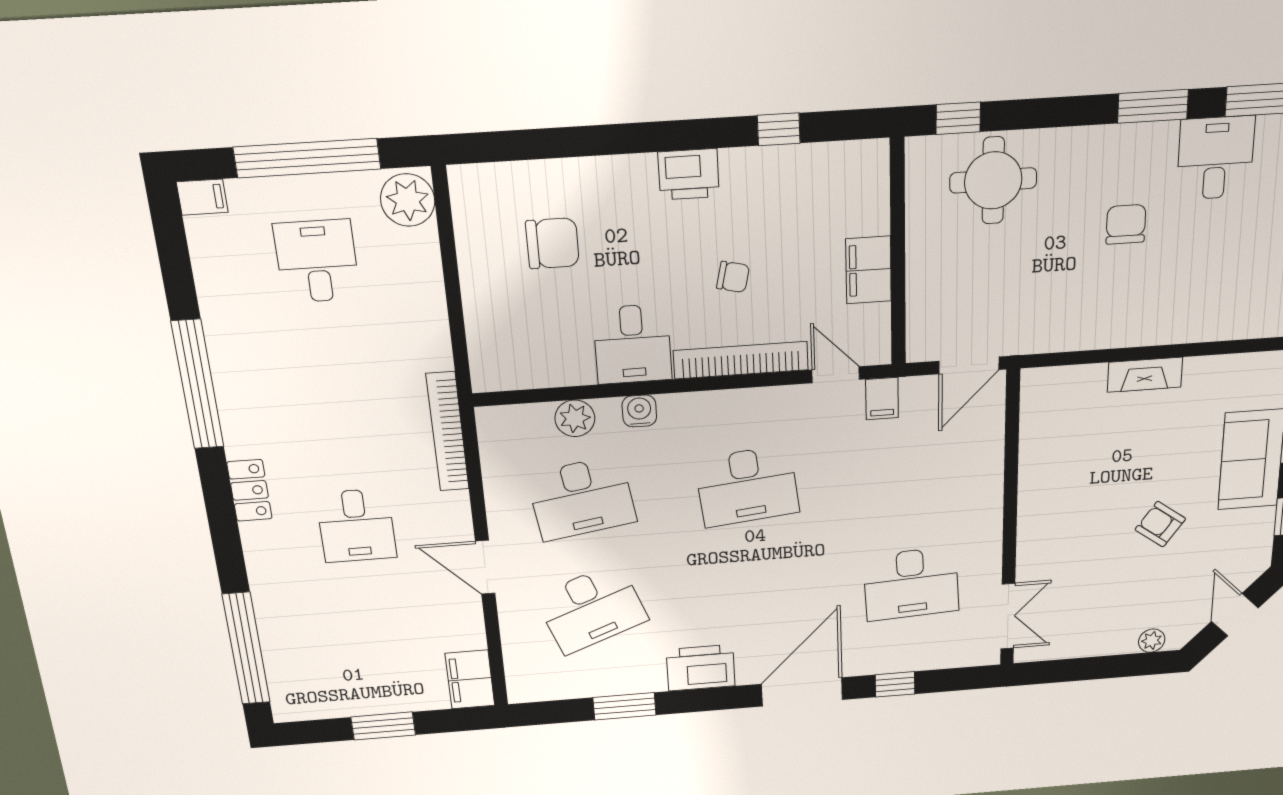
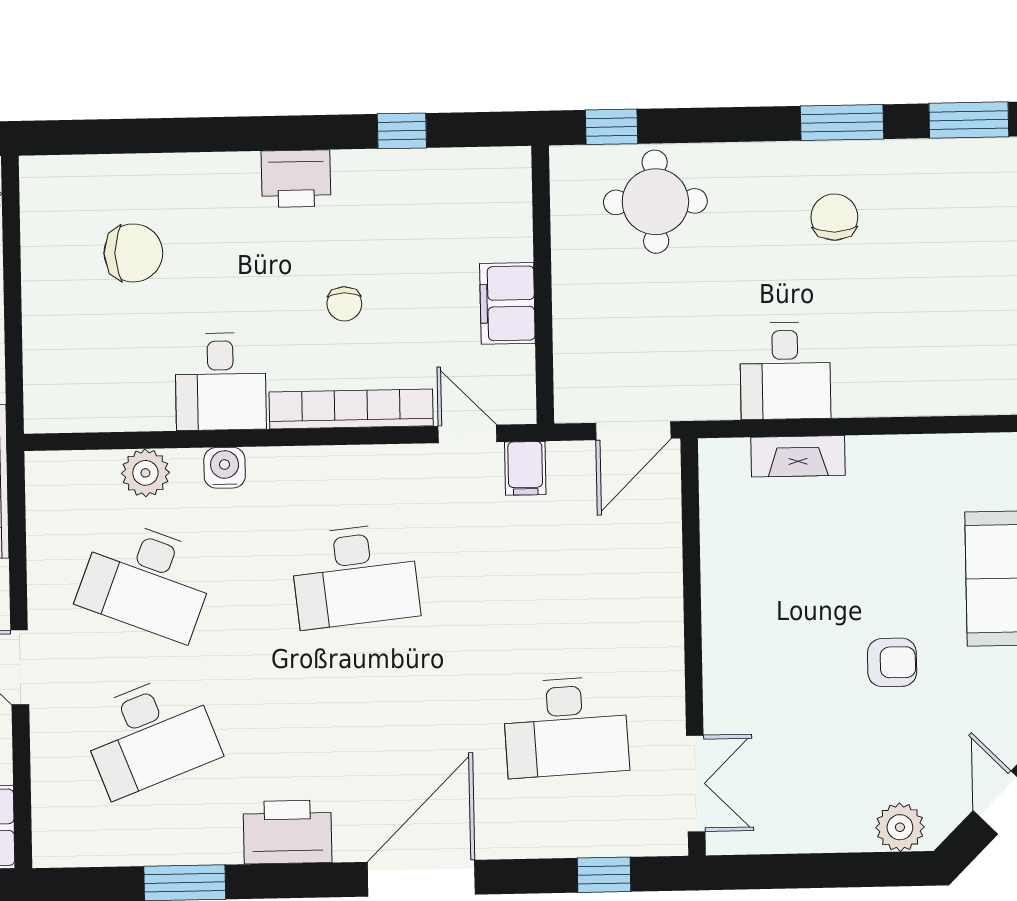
desk: (1215, 158) -> (785, 371), moved, turned 180
chair: (1126, 224) -> (834, 217), moved
chair: (733, 277) -> (344, 304), turned 77
fireplace: (1145, 375) -> (798, 456), moved
desk: (582, 498) -> (147, 580), turned 30
armchair: (1160, 524) -> (892, 662), turned 144
plant: (1152, 641) -> (900, 827), width x1.38, depth x1.38
window: (895, 684) -> (604, 875), moved

